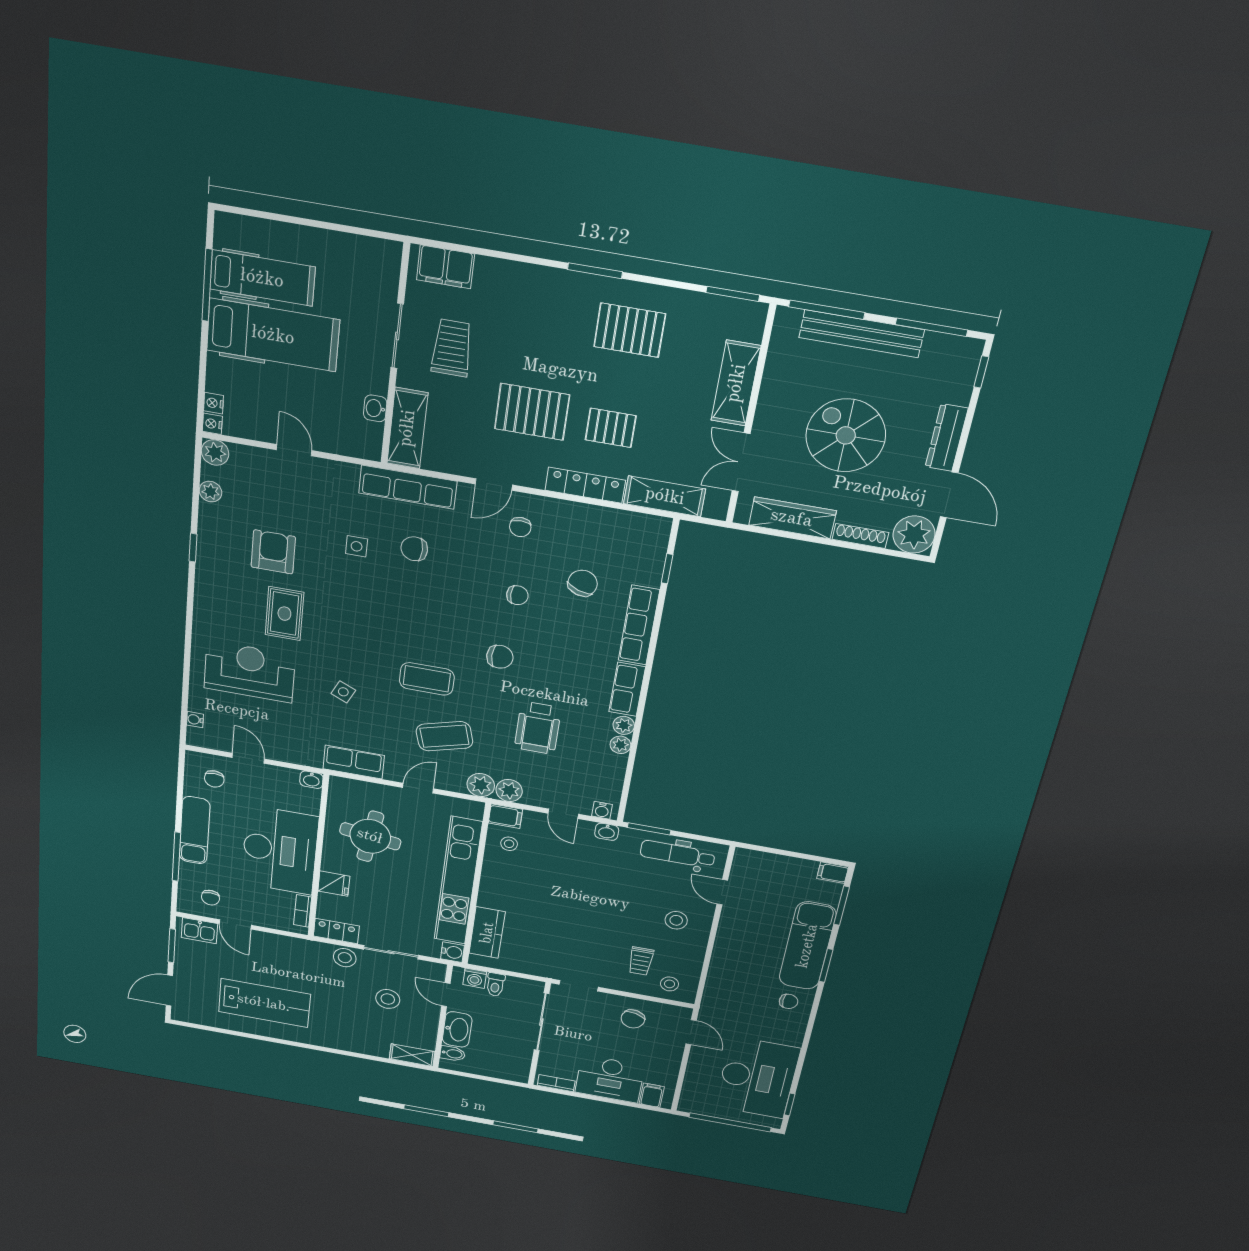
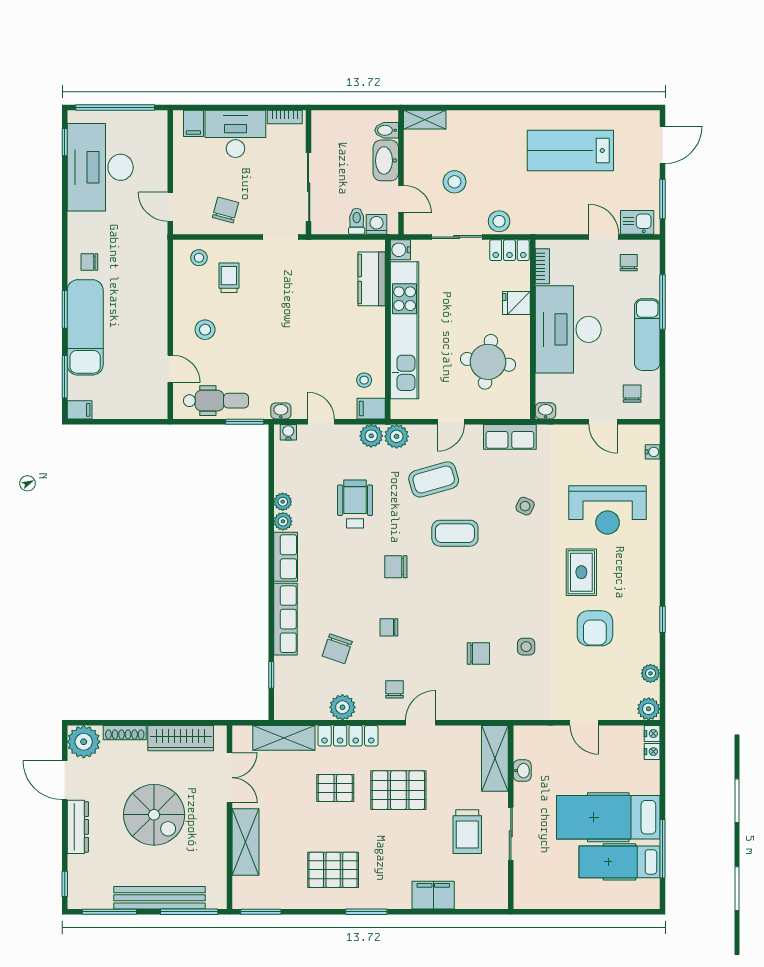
filing cabinet: (446, 267) -> (433, 895), moved
row of seats: (408, 487) -> (489, 707), removed
plant: (587, 518) -> (342, 707), added

